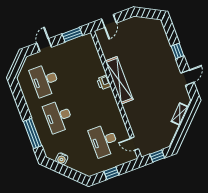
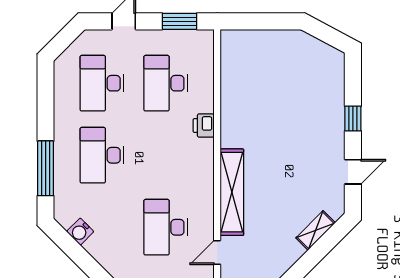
door: (109, 21) -> (253, 21), removed
desk: (77, 68) -> (166, 83), added
shelving: (119, 80) -> (232, 192), moved
door: (134, 144) -> (217, 252), hinge flipped

